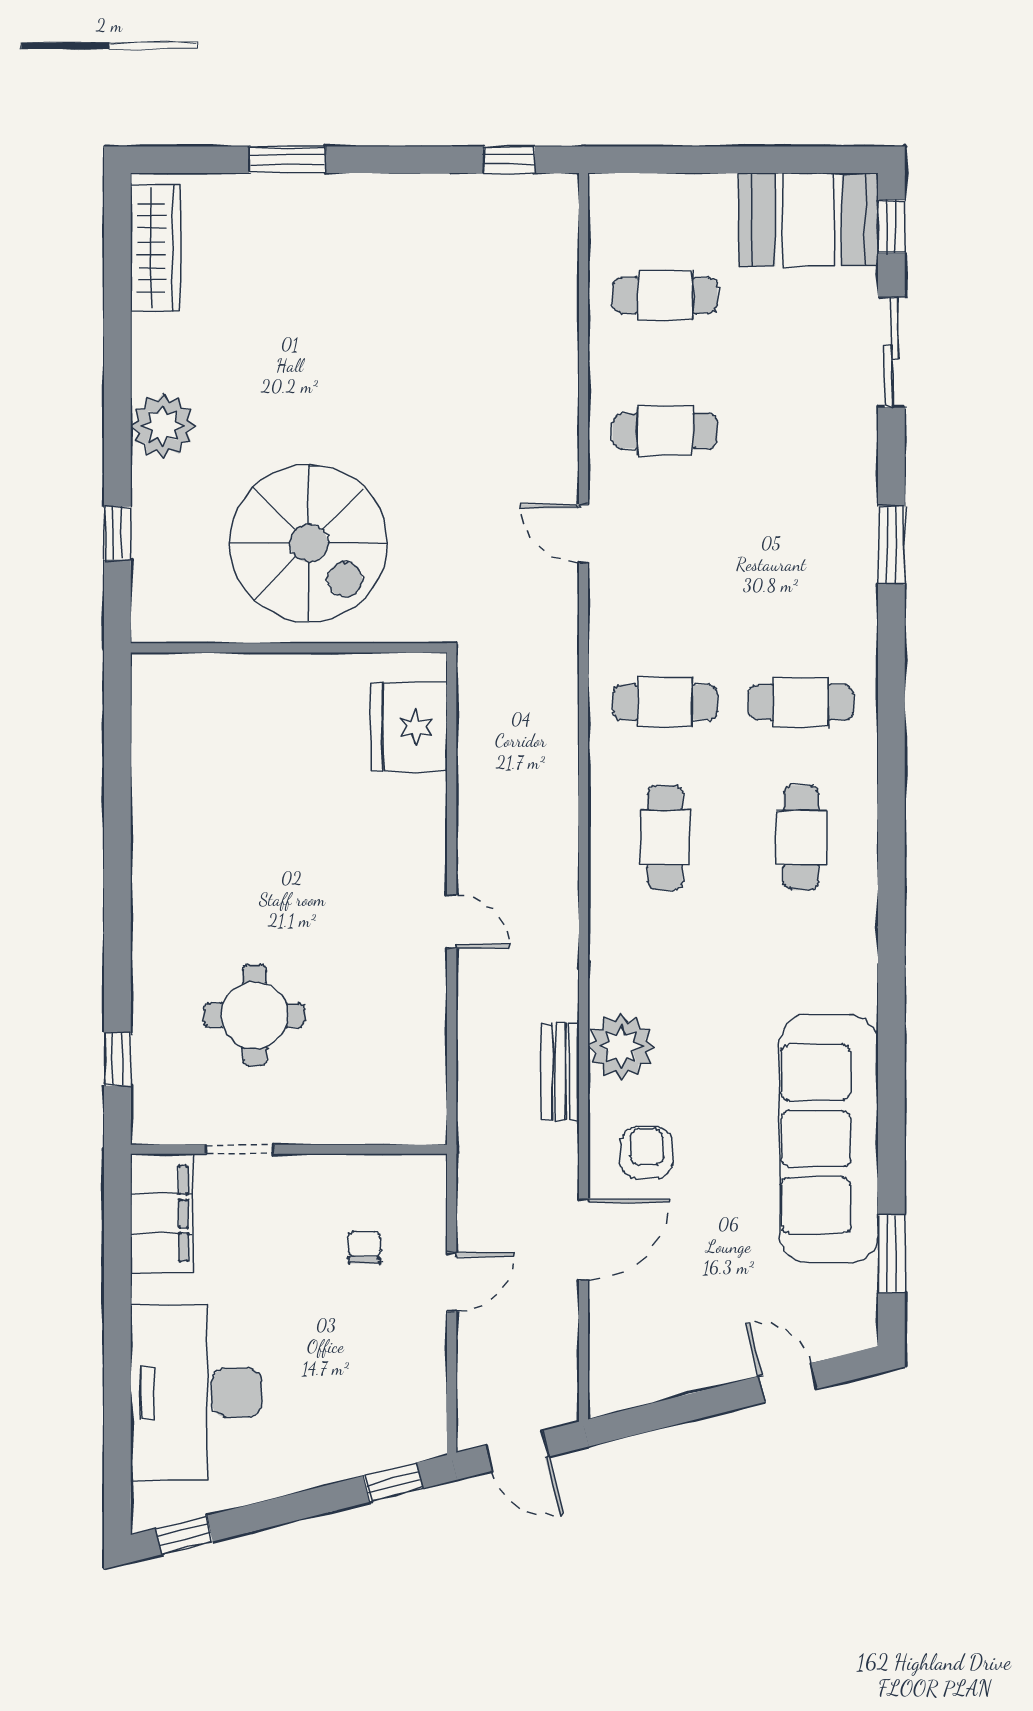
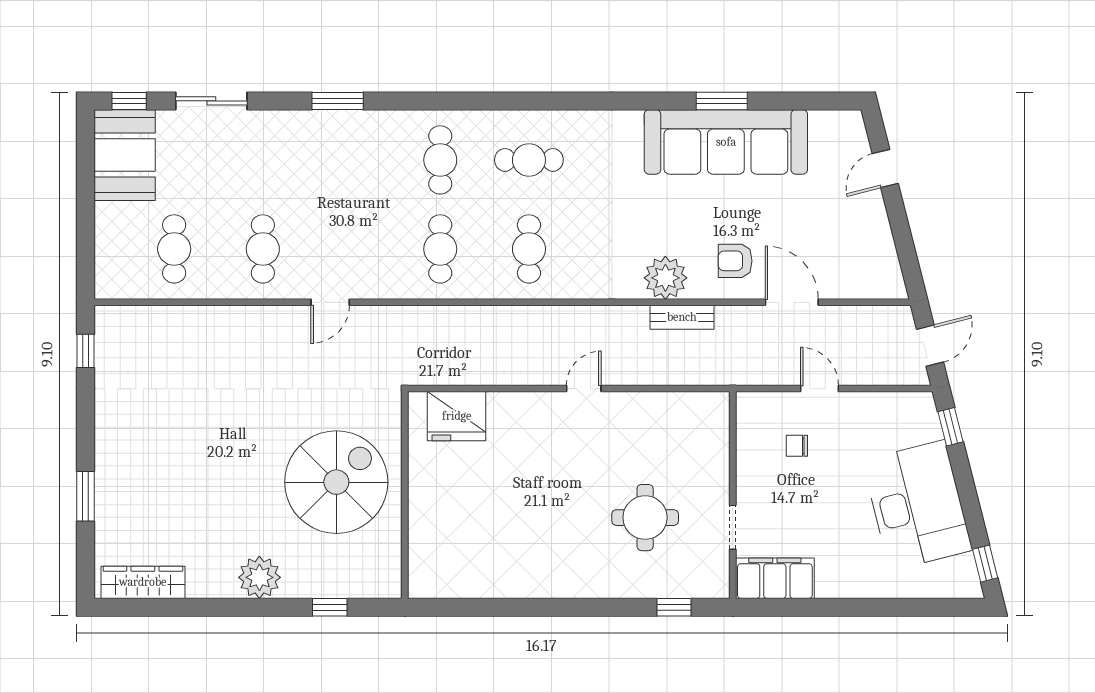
cafe table: (665, 838) -> (529, 249), turned 90
window: (891, 1253) -> (722, 101), moved
desk: (196, 1393) -> (917, 505), moved, turned -104

